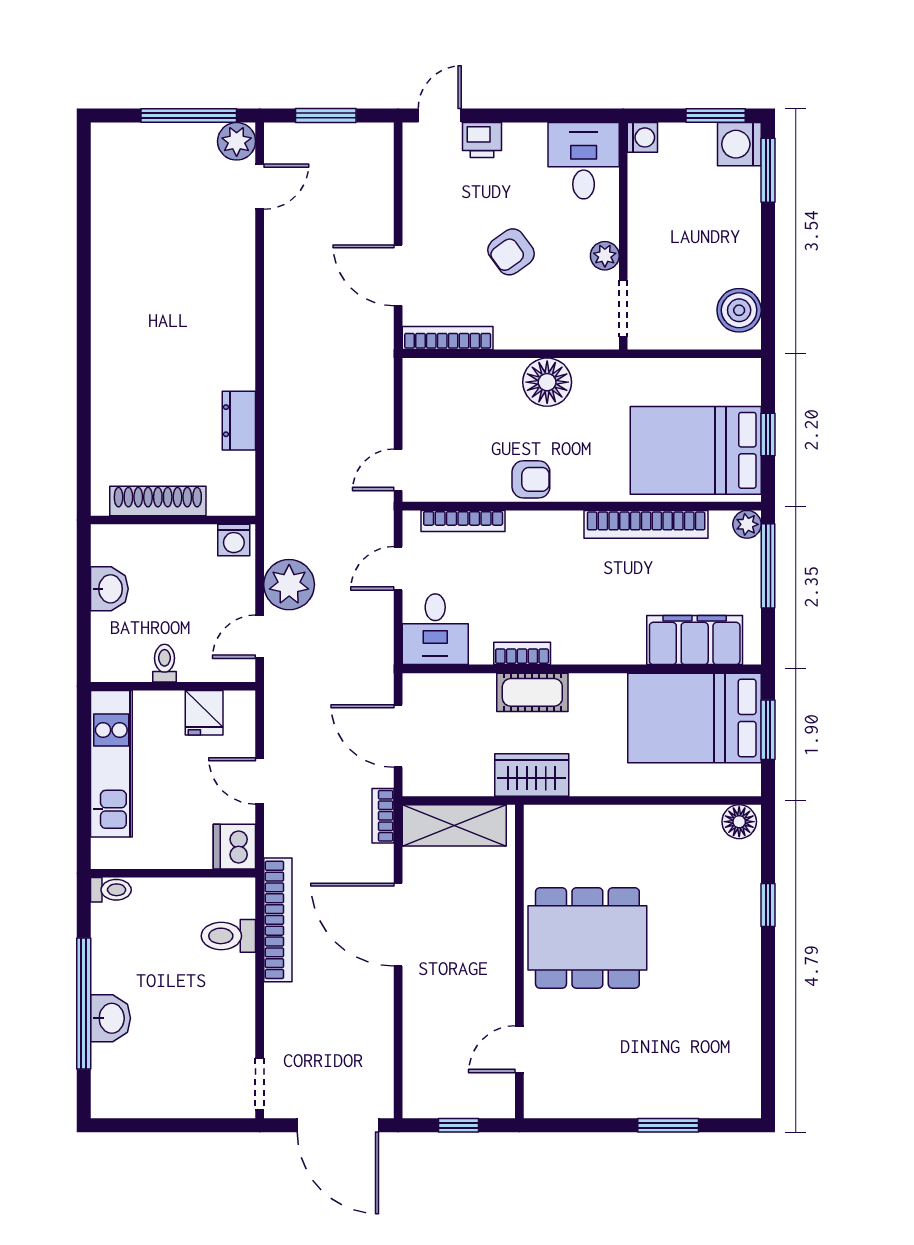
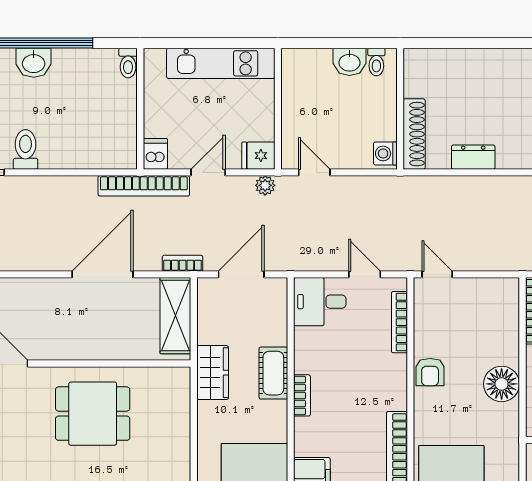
shoe rack: (158, 501) -> (414, 134), moved
plant: (289, 585) -> (265, 185), moved, width x0.53, depth x0.53
bookcase: (522, 653) -> (302, 395), moved
toilet: (164, 663) -> (376, 62), moved, turned 90
fridge: (204, 713) -> (258, 156), moved
dishwasher: (234, 847) -> (155, 154), width x0.73
bookcase: (278, 920) -> (144, 186), moved
toilet: (228, 936) -> (25, 149), moved
dining table: (587, 938) -> (93, 414), width x0.73

